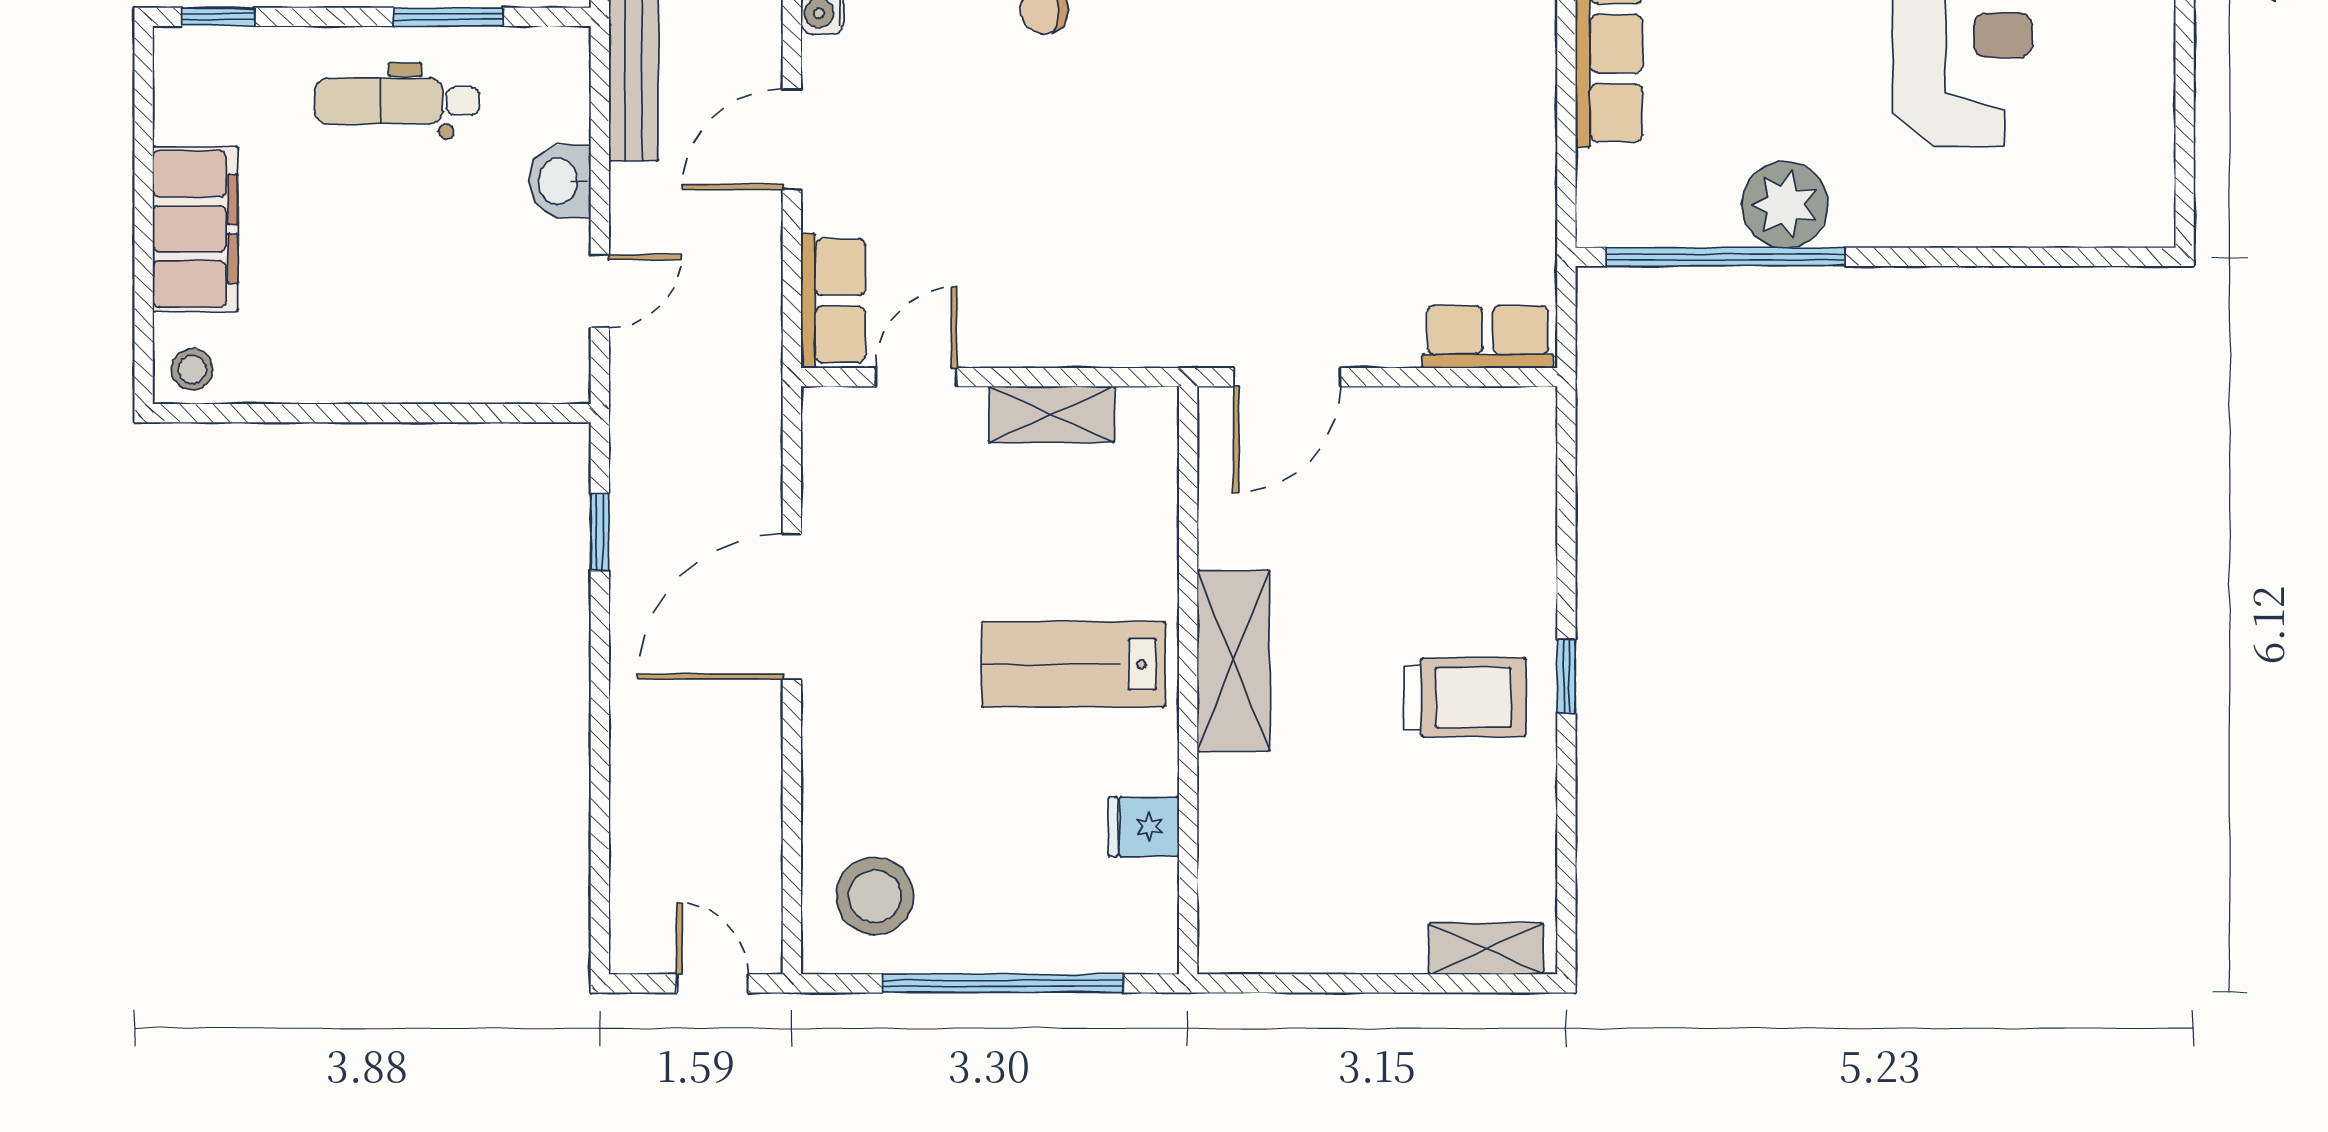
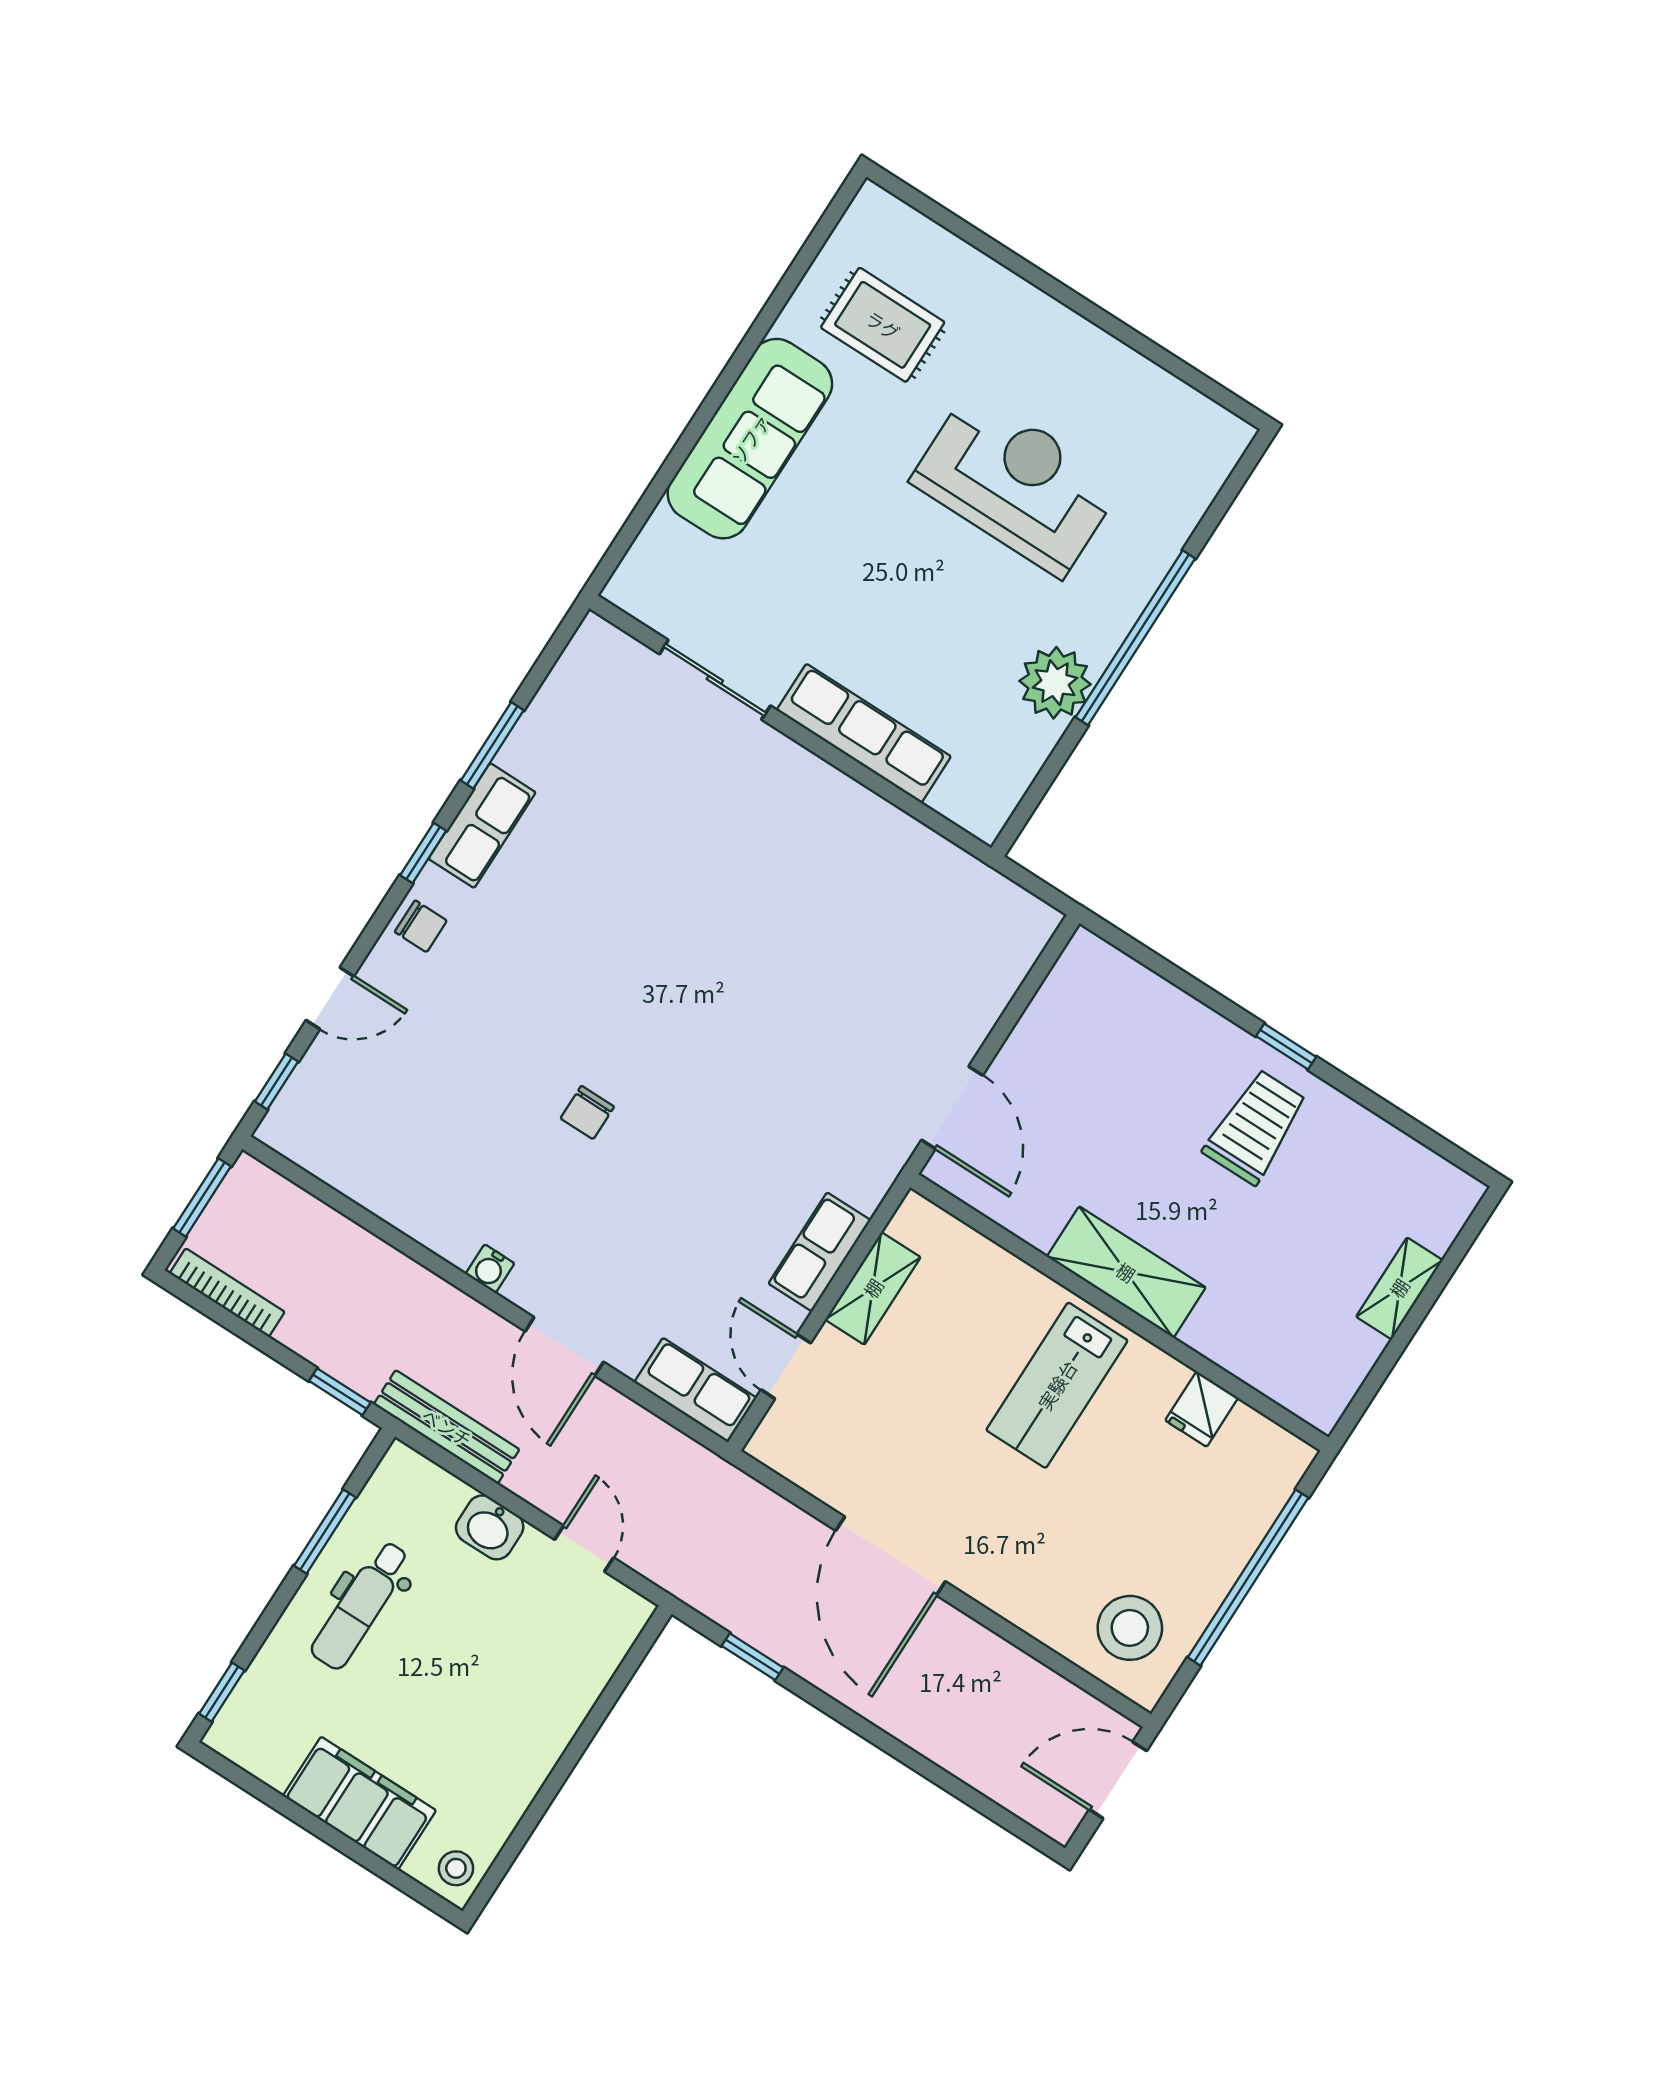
window: (1726, 257) -> (1135, 638), moved
row of seats: (1488, 337) -> (820, 1252), moved
shelving: (1486, 949) -> (1399, 1288), moved
door: (713, 983) -> (1118, 1780), width x1.38

